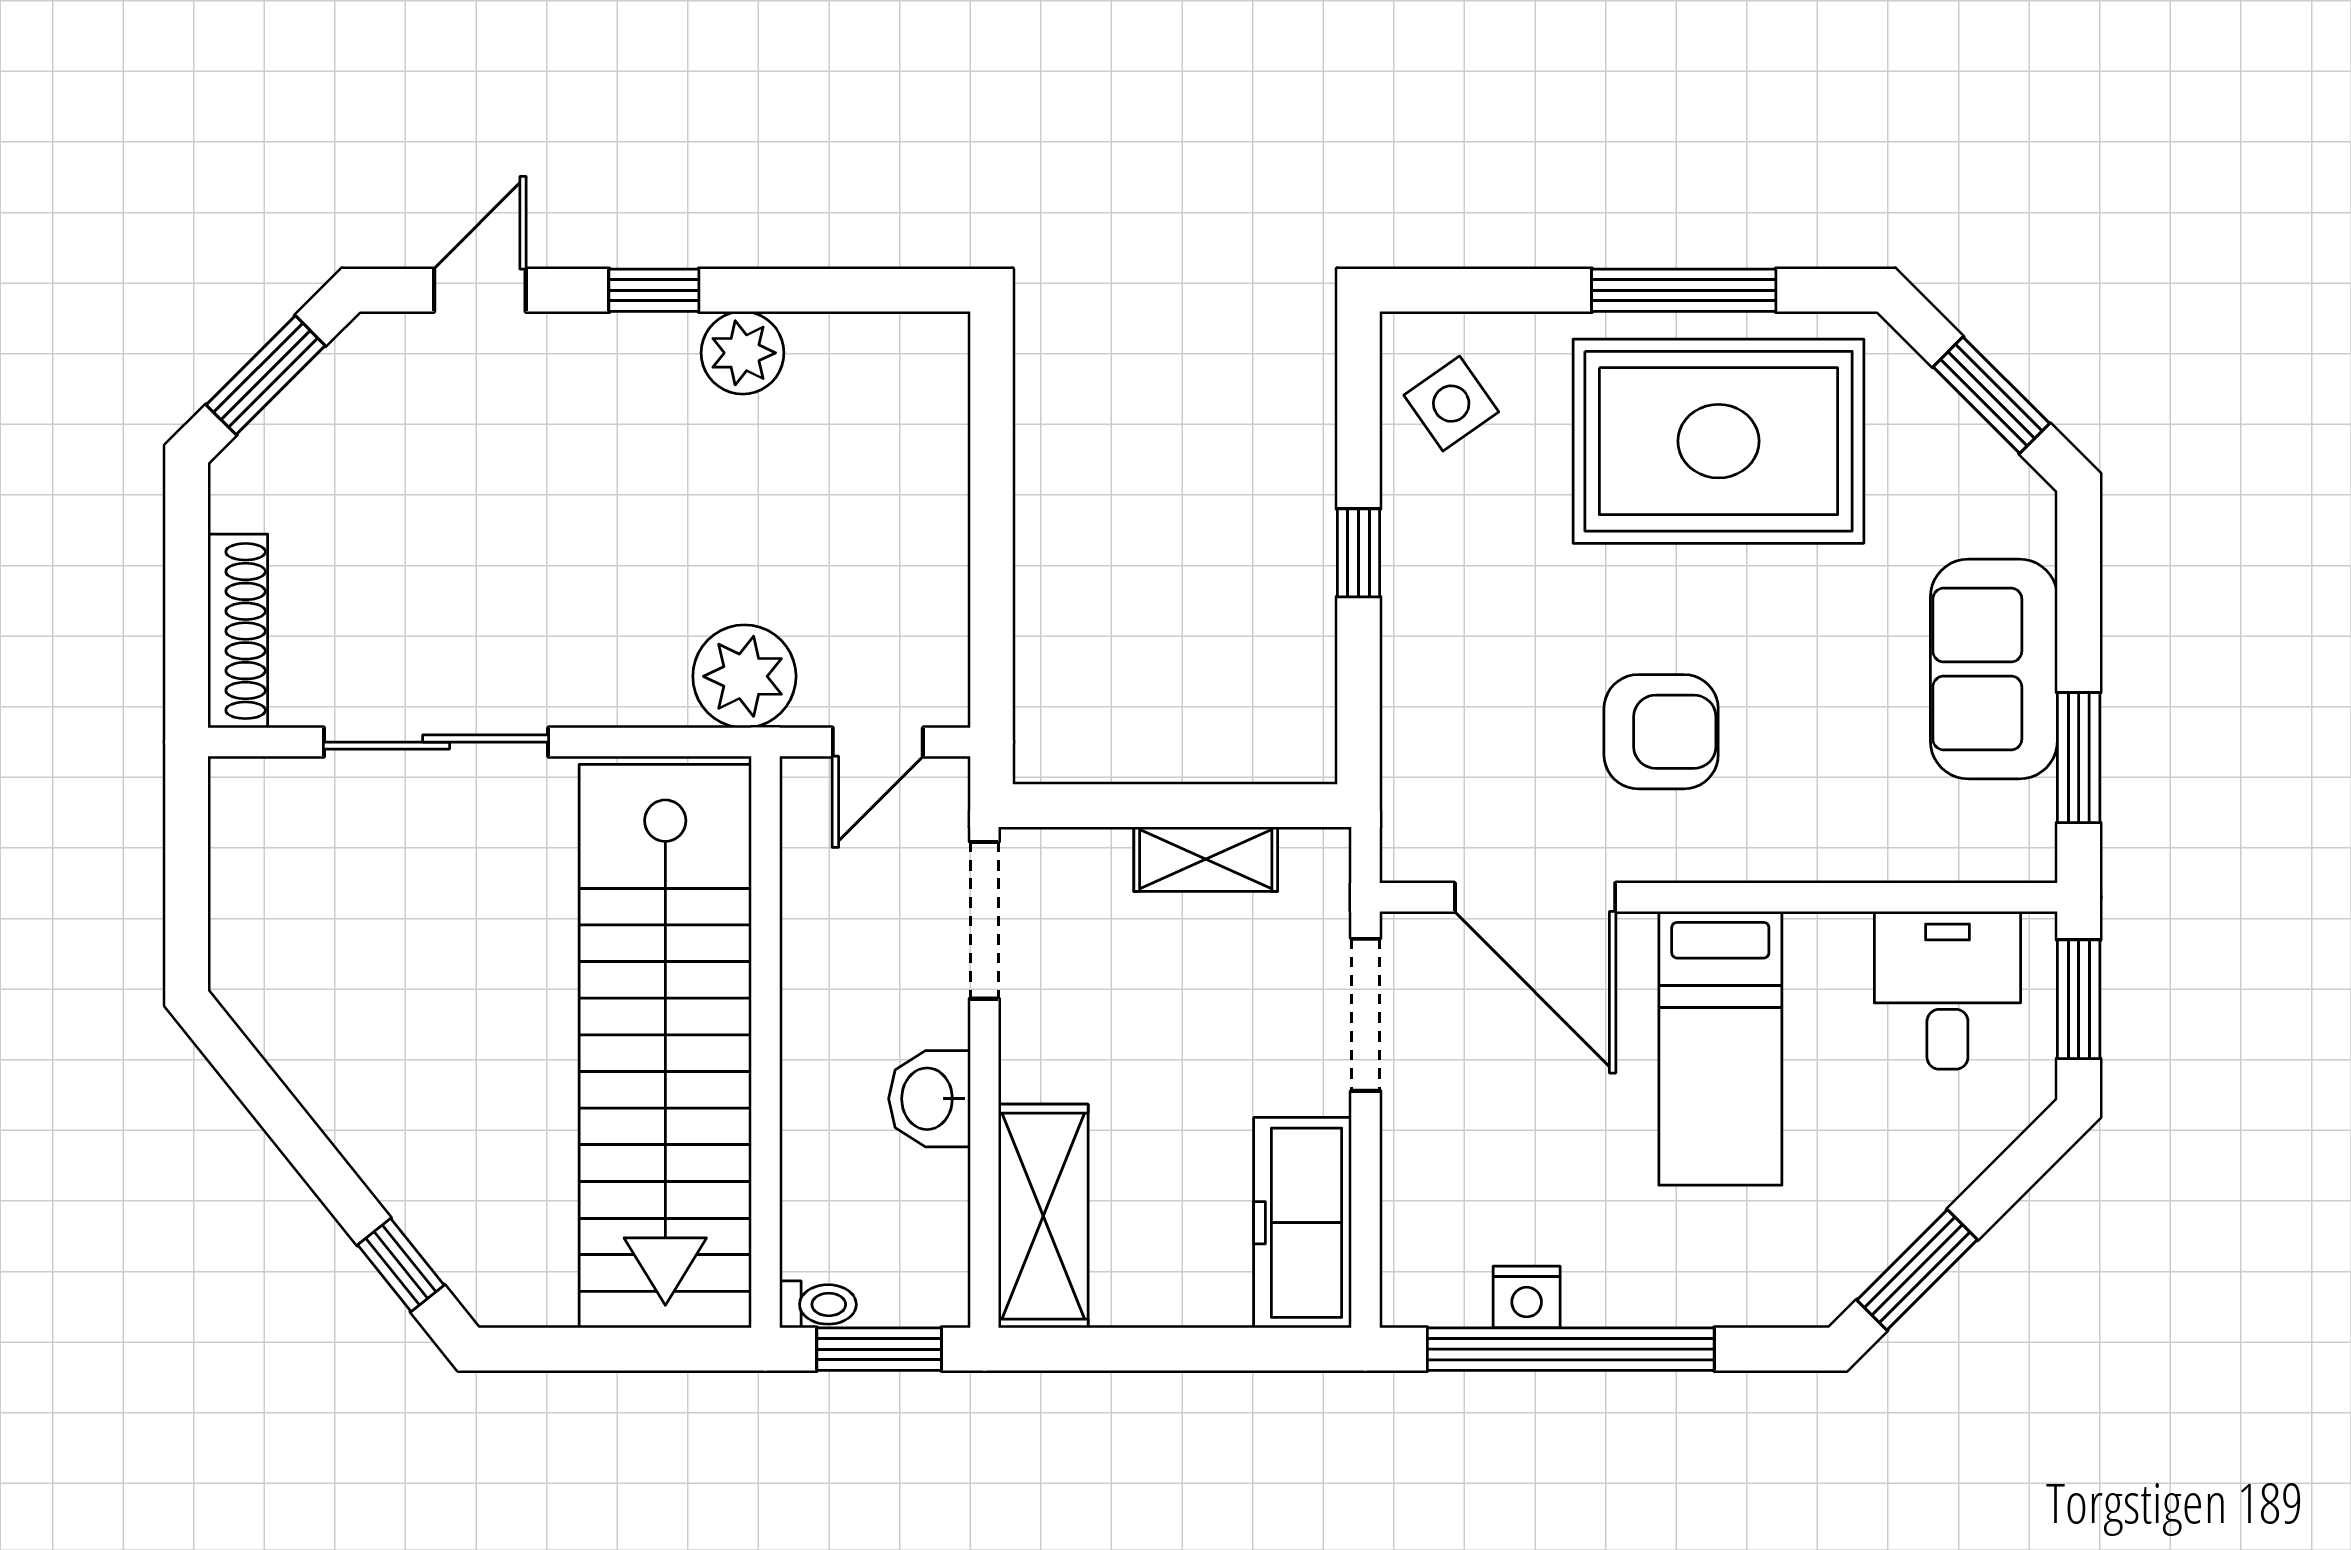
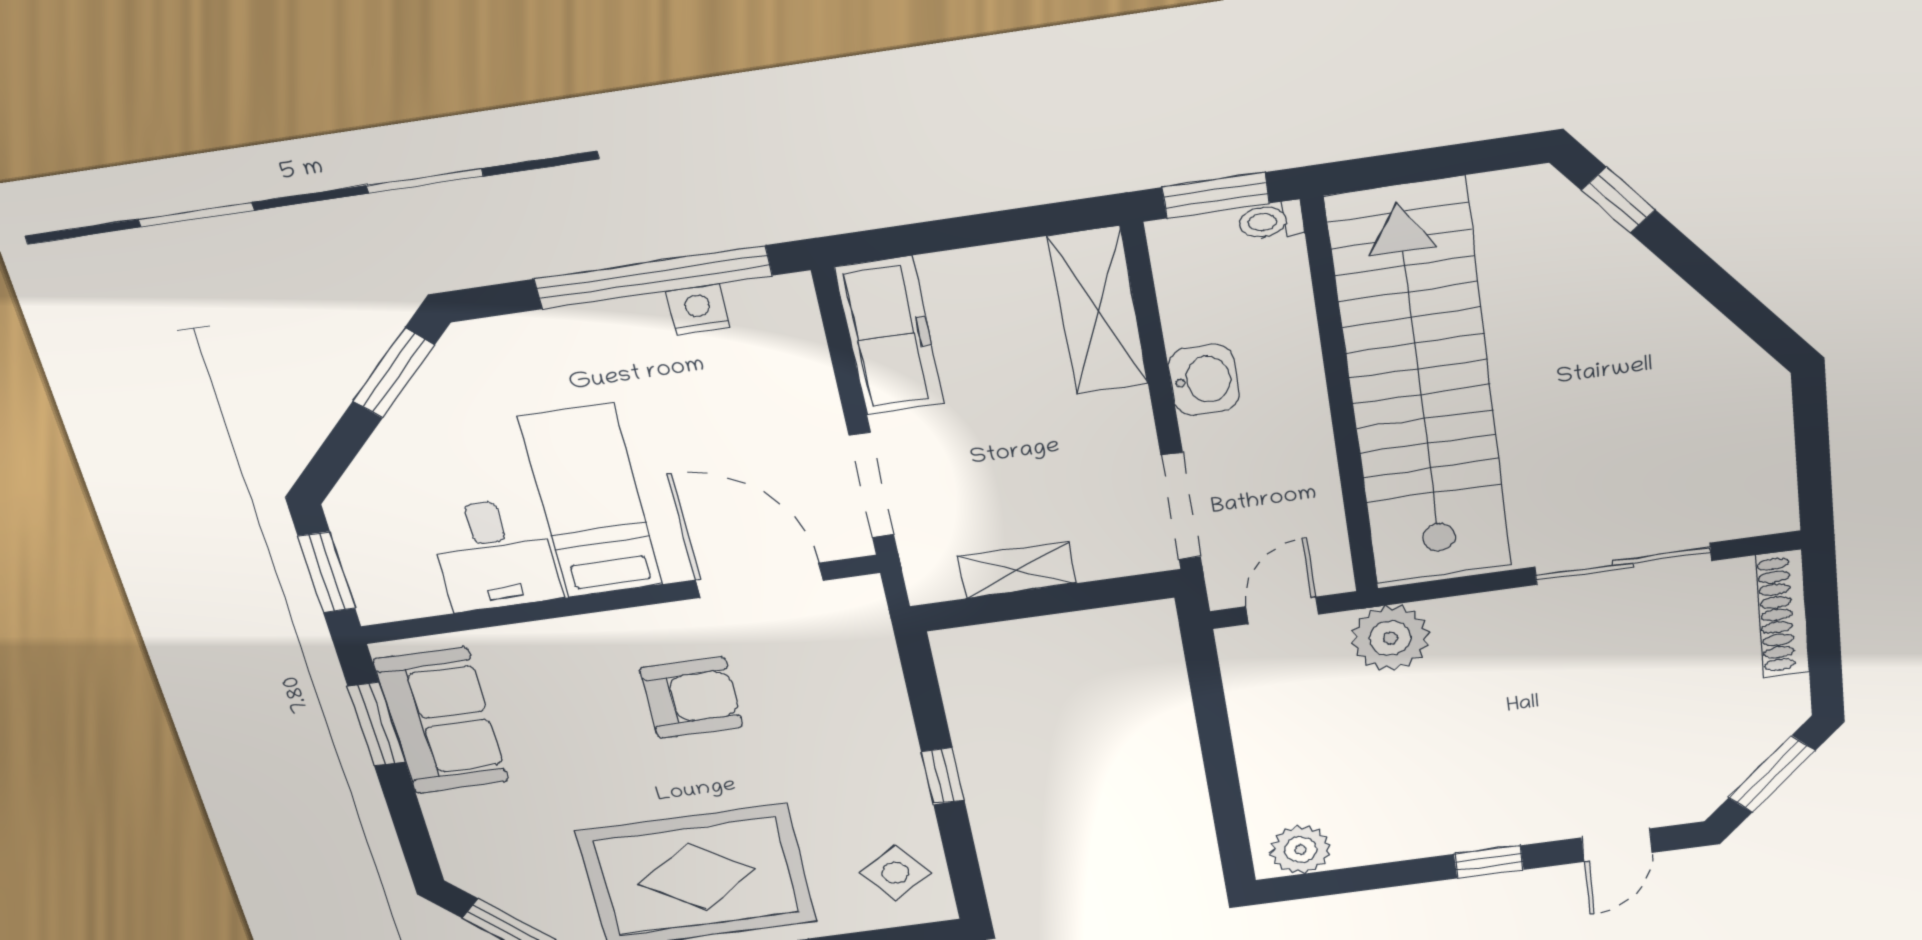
plant: (743, 353) -> (1300, 850), moved
sofa: (1994, 669) -> (441, 721), moved
armchair: (1661, 732) -> (691, 698), turned 180
desk: (1947, 990) -> (494, 555), moved

